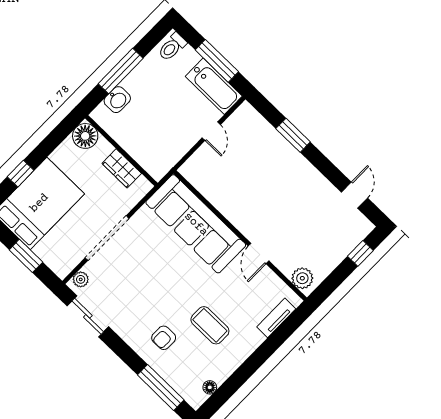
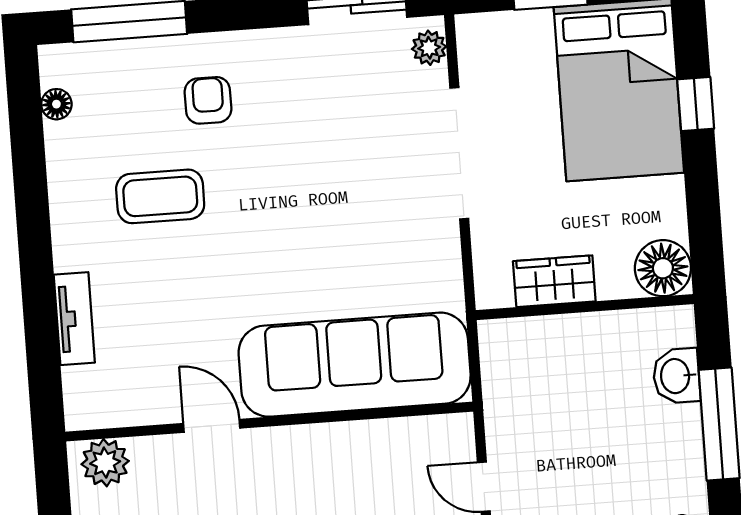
sofa: (196, 224) -> (355, 365), moved
wall: (240, 235) -> (269, 422), moved
door: (259, 253) -> (212, 426), moved
plant: (302, 278) -> (105, 463), moved

